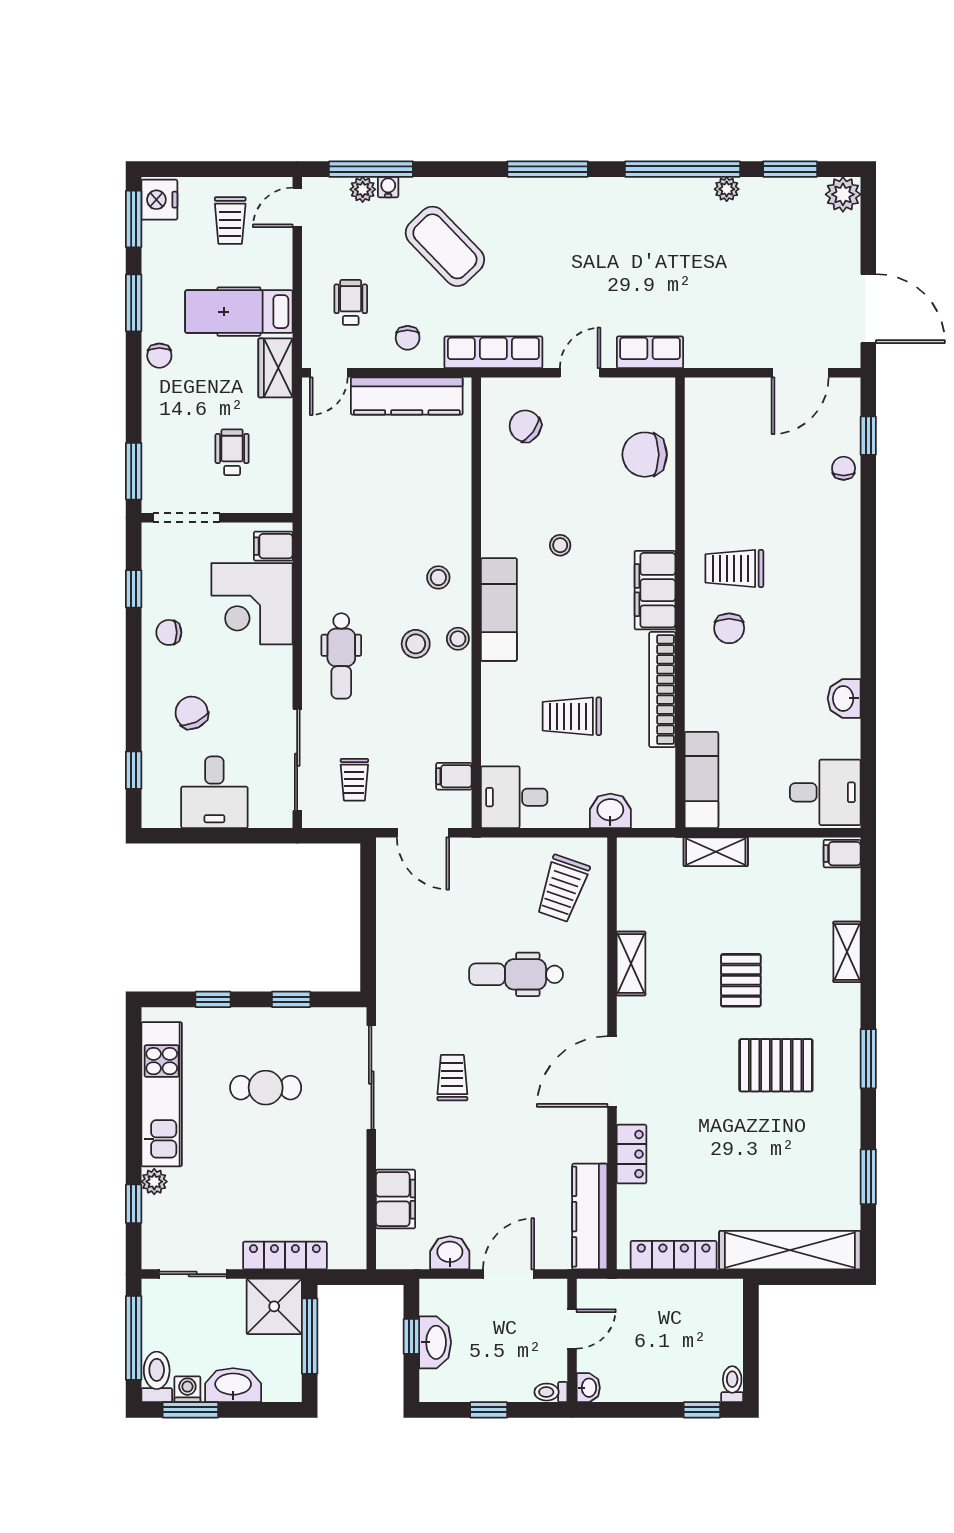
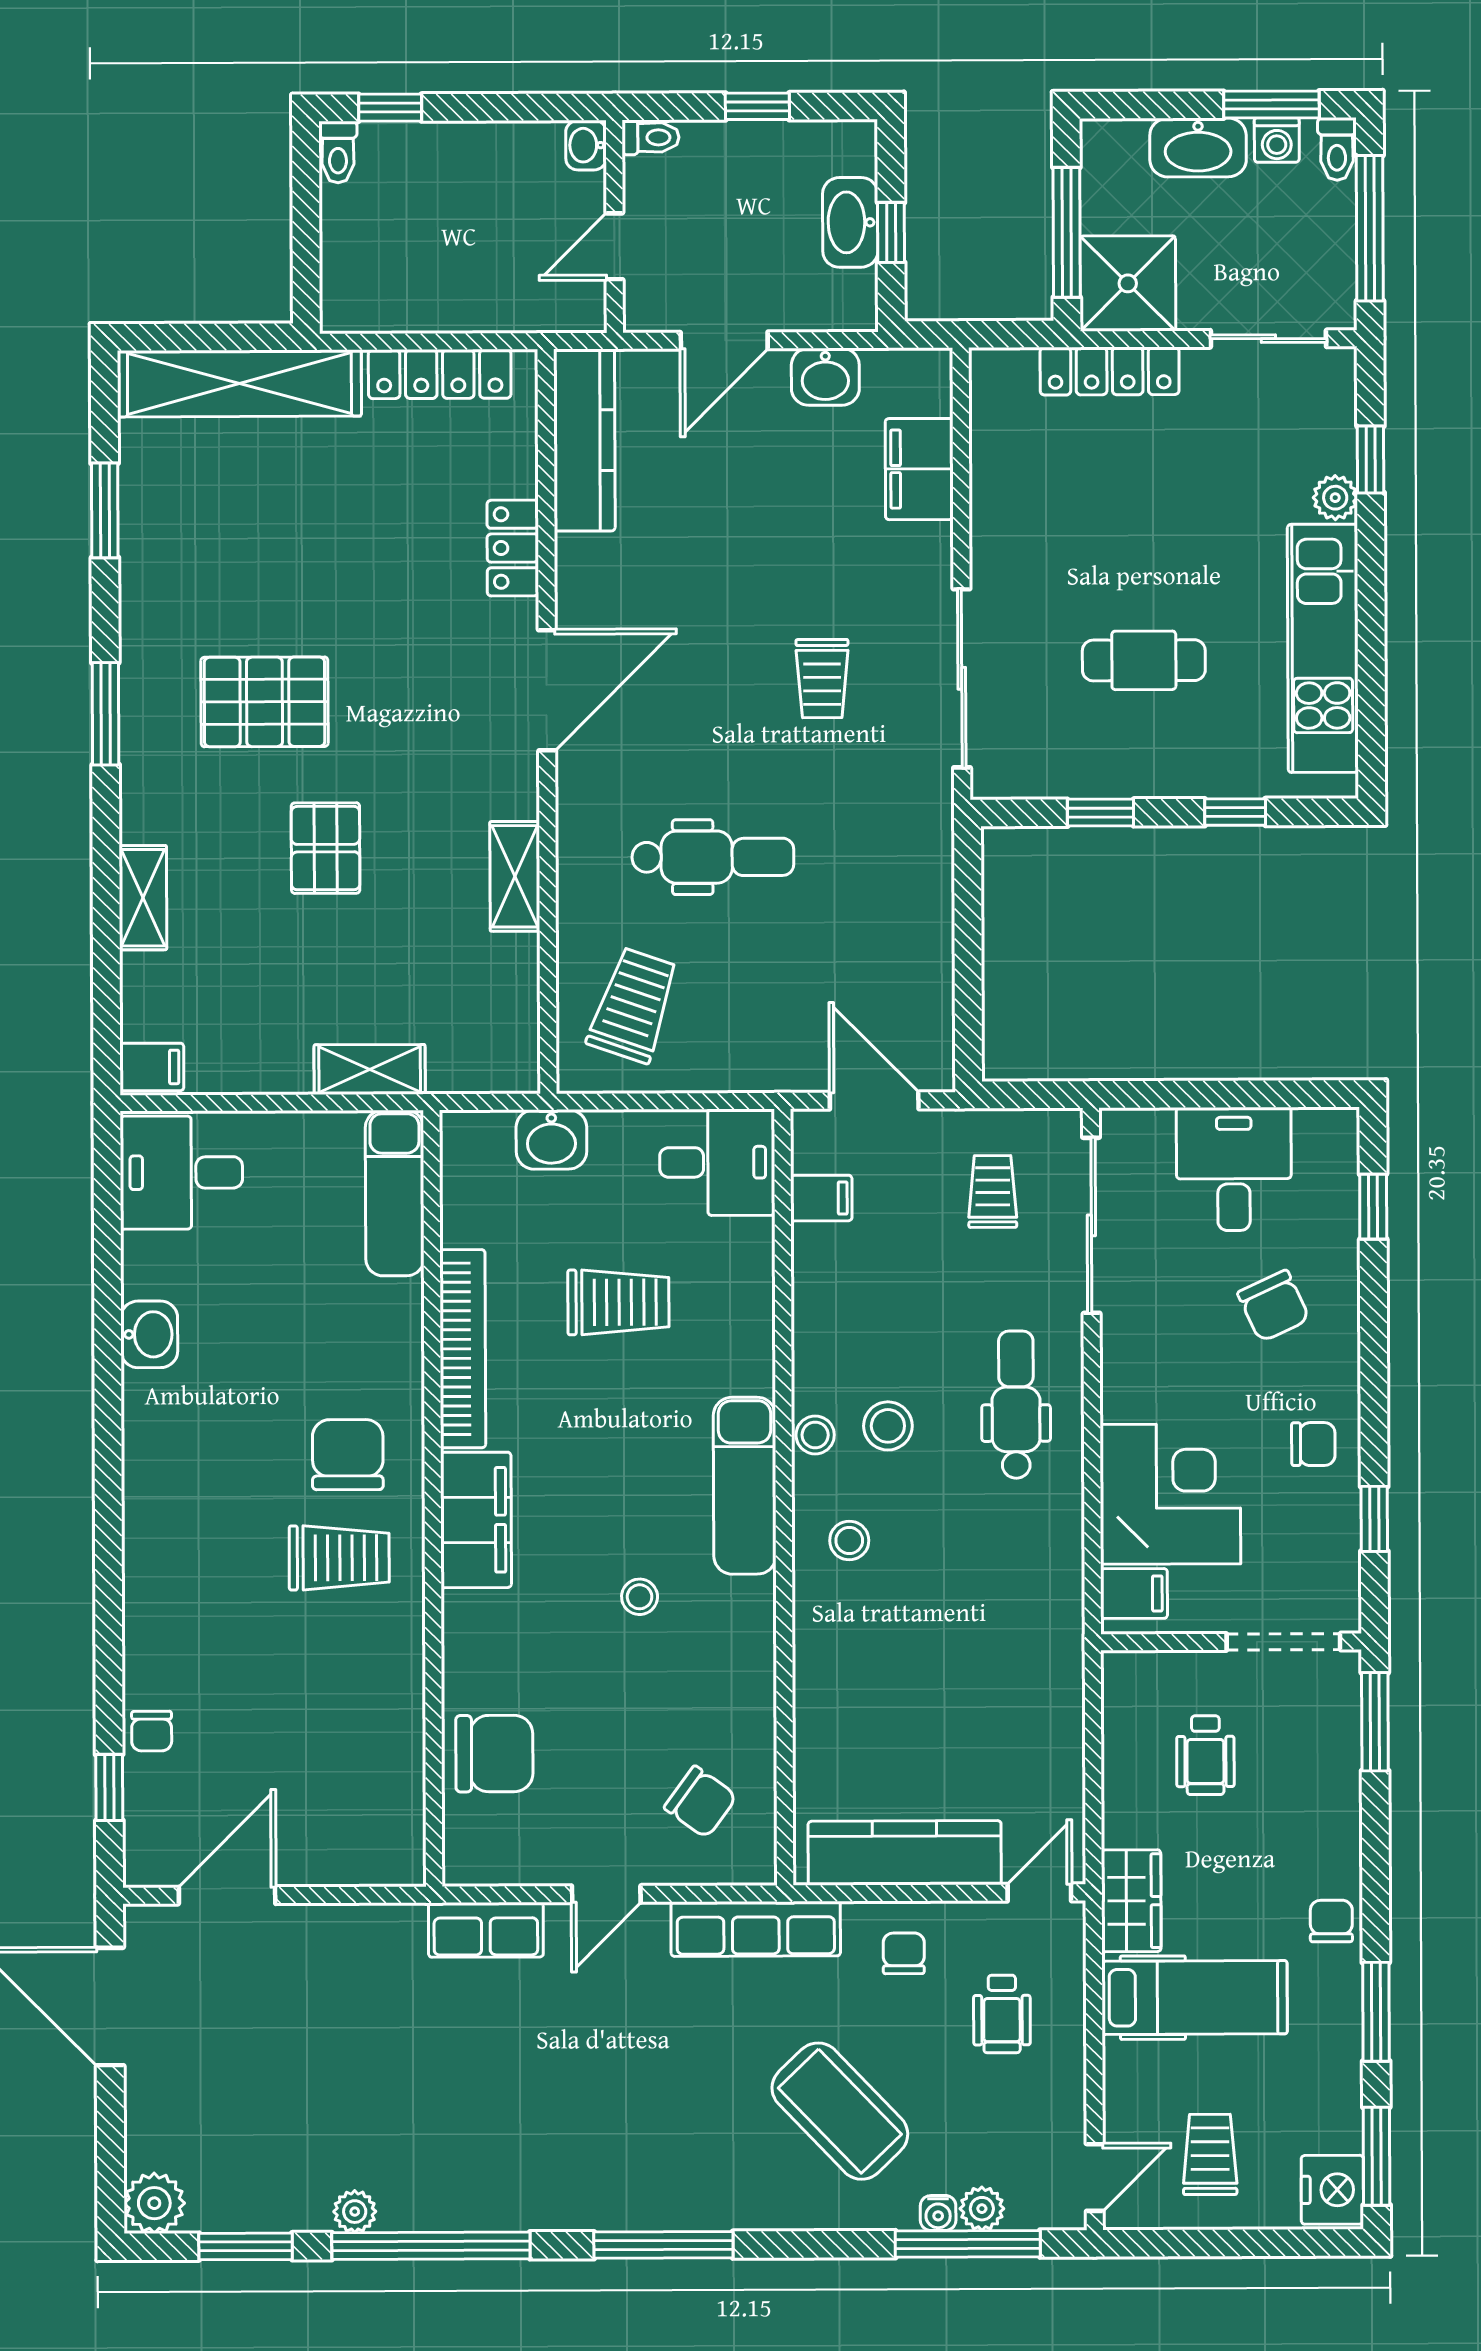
chair: (729, 628) -> (348, 1455), width x1.37, depth x1.37
toilet: (157, 1377) -> (1337, 149), width x0.73, depth x0.72

